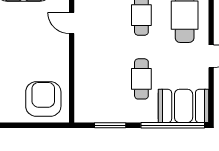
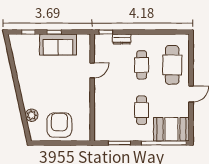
door: (72, 23) -> (92, 70), swing flipped
armchair: (43, 99) -> (59, 125), moved

